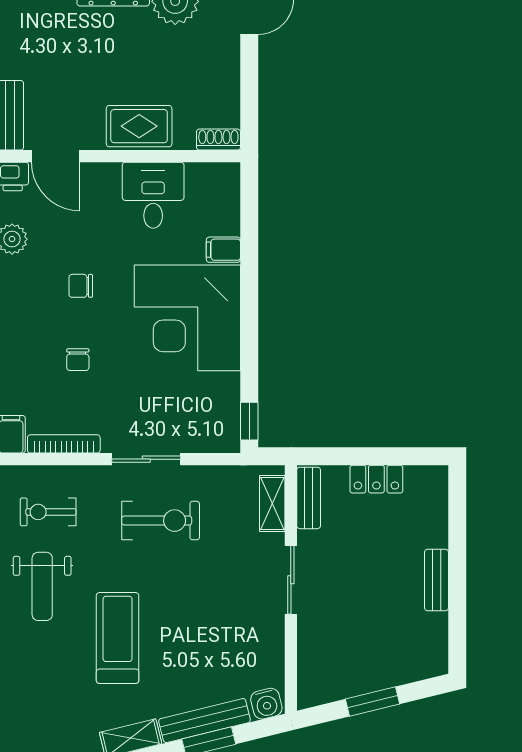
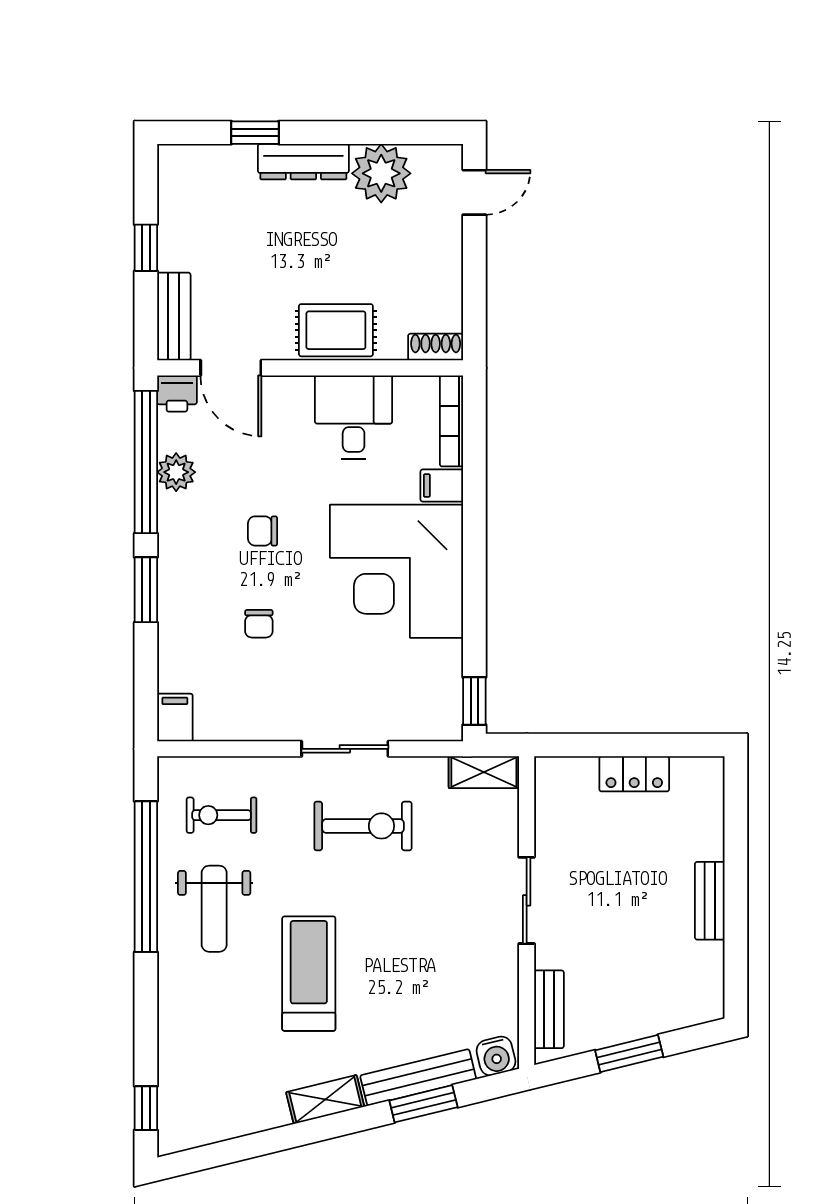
bookcase: (64, 444) -> (452, 421), moved, turned -90
bench: (309, 498) -> (549, 1009), moved
shelving: (272, 503) -> (484, 772), moved, turned 90

